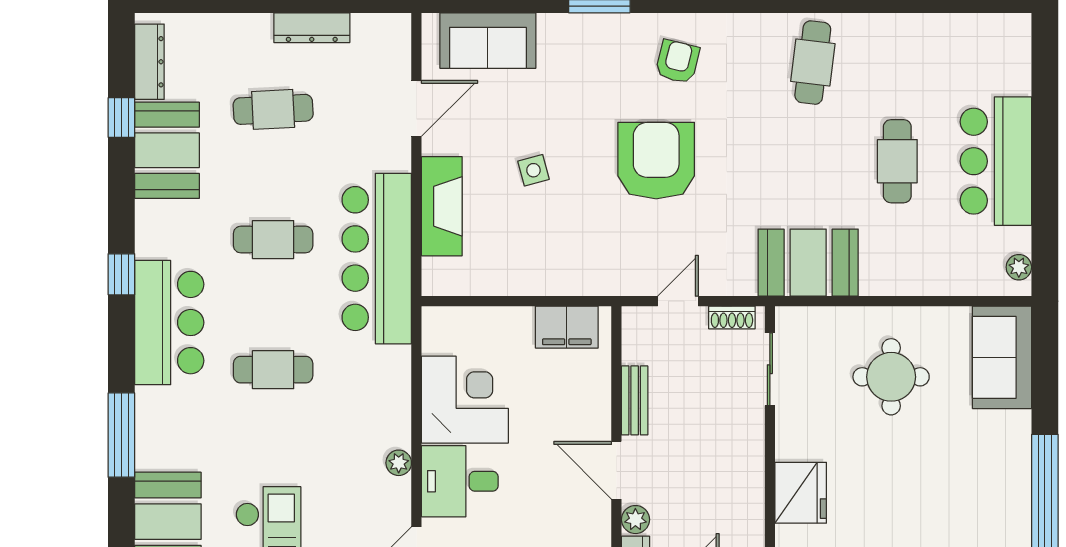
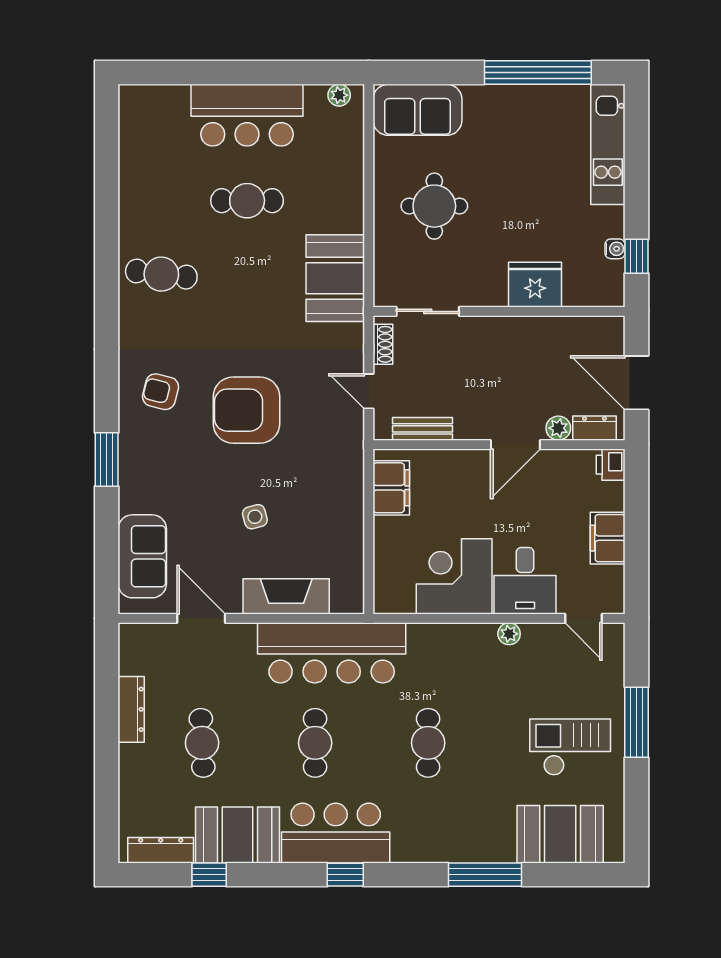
bar counter: (169, 323) -> (336, 833), moved
bench: (635, 400) -> (423, 429), moved

